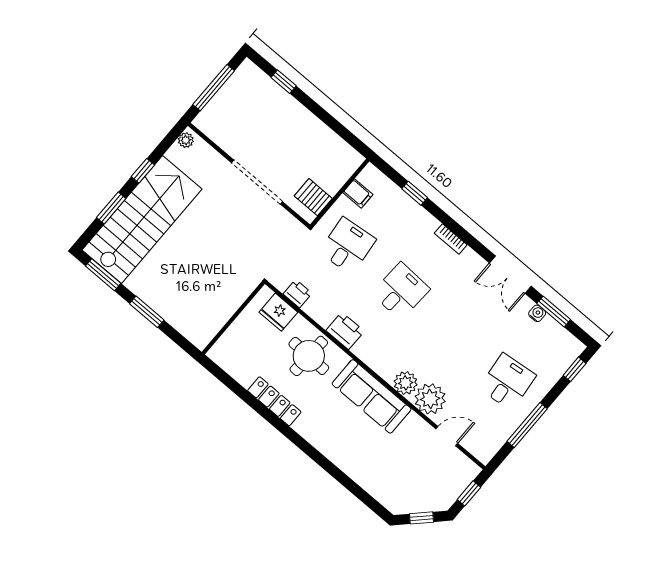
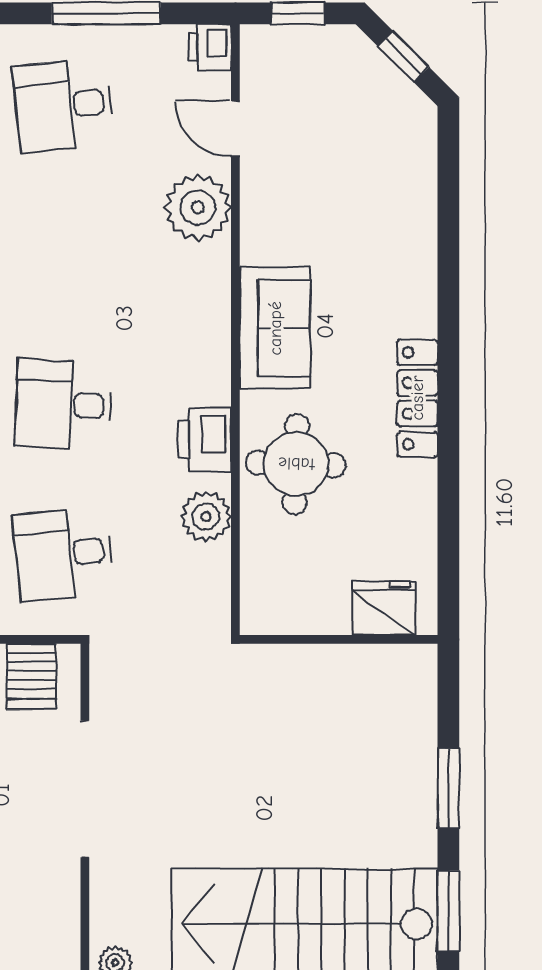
printer: (298, 294) -> (210, 47), moved
fridge: (278, 312) -> (384, 608), moved, turned -90
plant: (406, 383) -> (206, 517), moved
sofa: (372, 396) -> (275, 328), width x0.73
locker: (274, 401) -> (417, 398), moved

